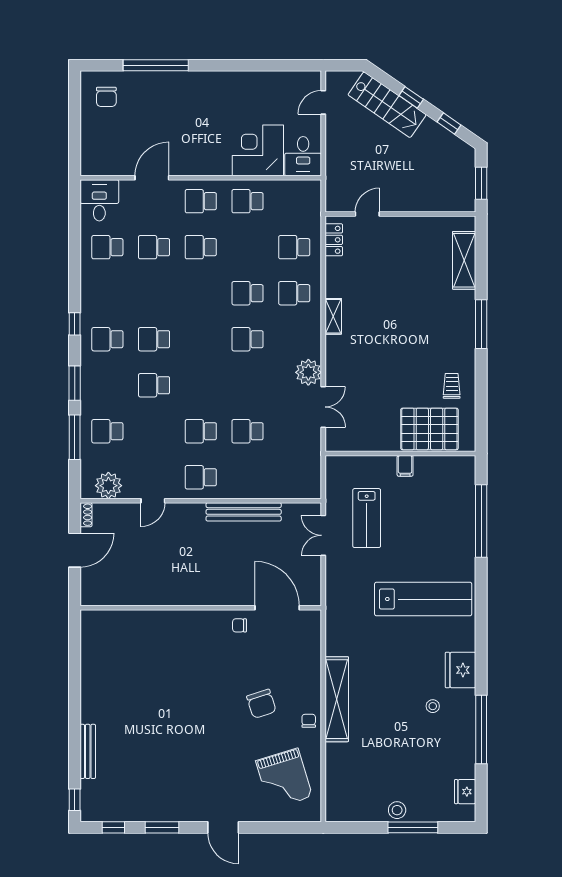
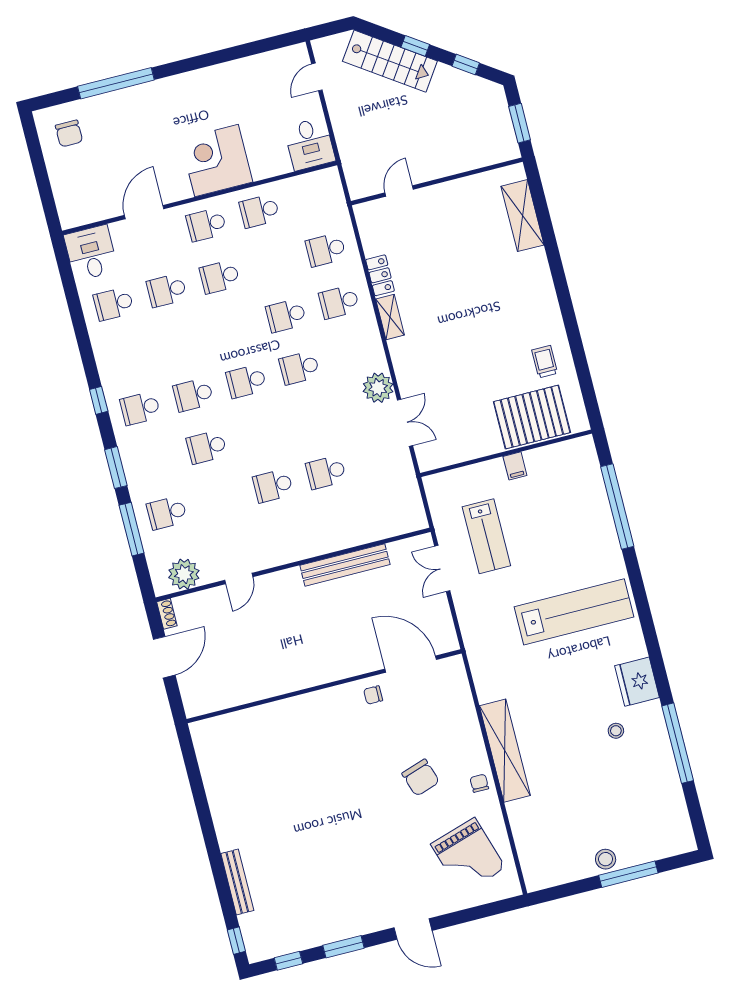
corner desk: (258, 150) -> (216, 161), moved
locker: (334, 240) -> (380, 275), moved
window: (481, 324) -> (560, 283), removed
school desk: (201, 477) -> (246, 381), moved
fridge: (465, 792) -> (677, 818), removed

